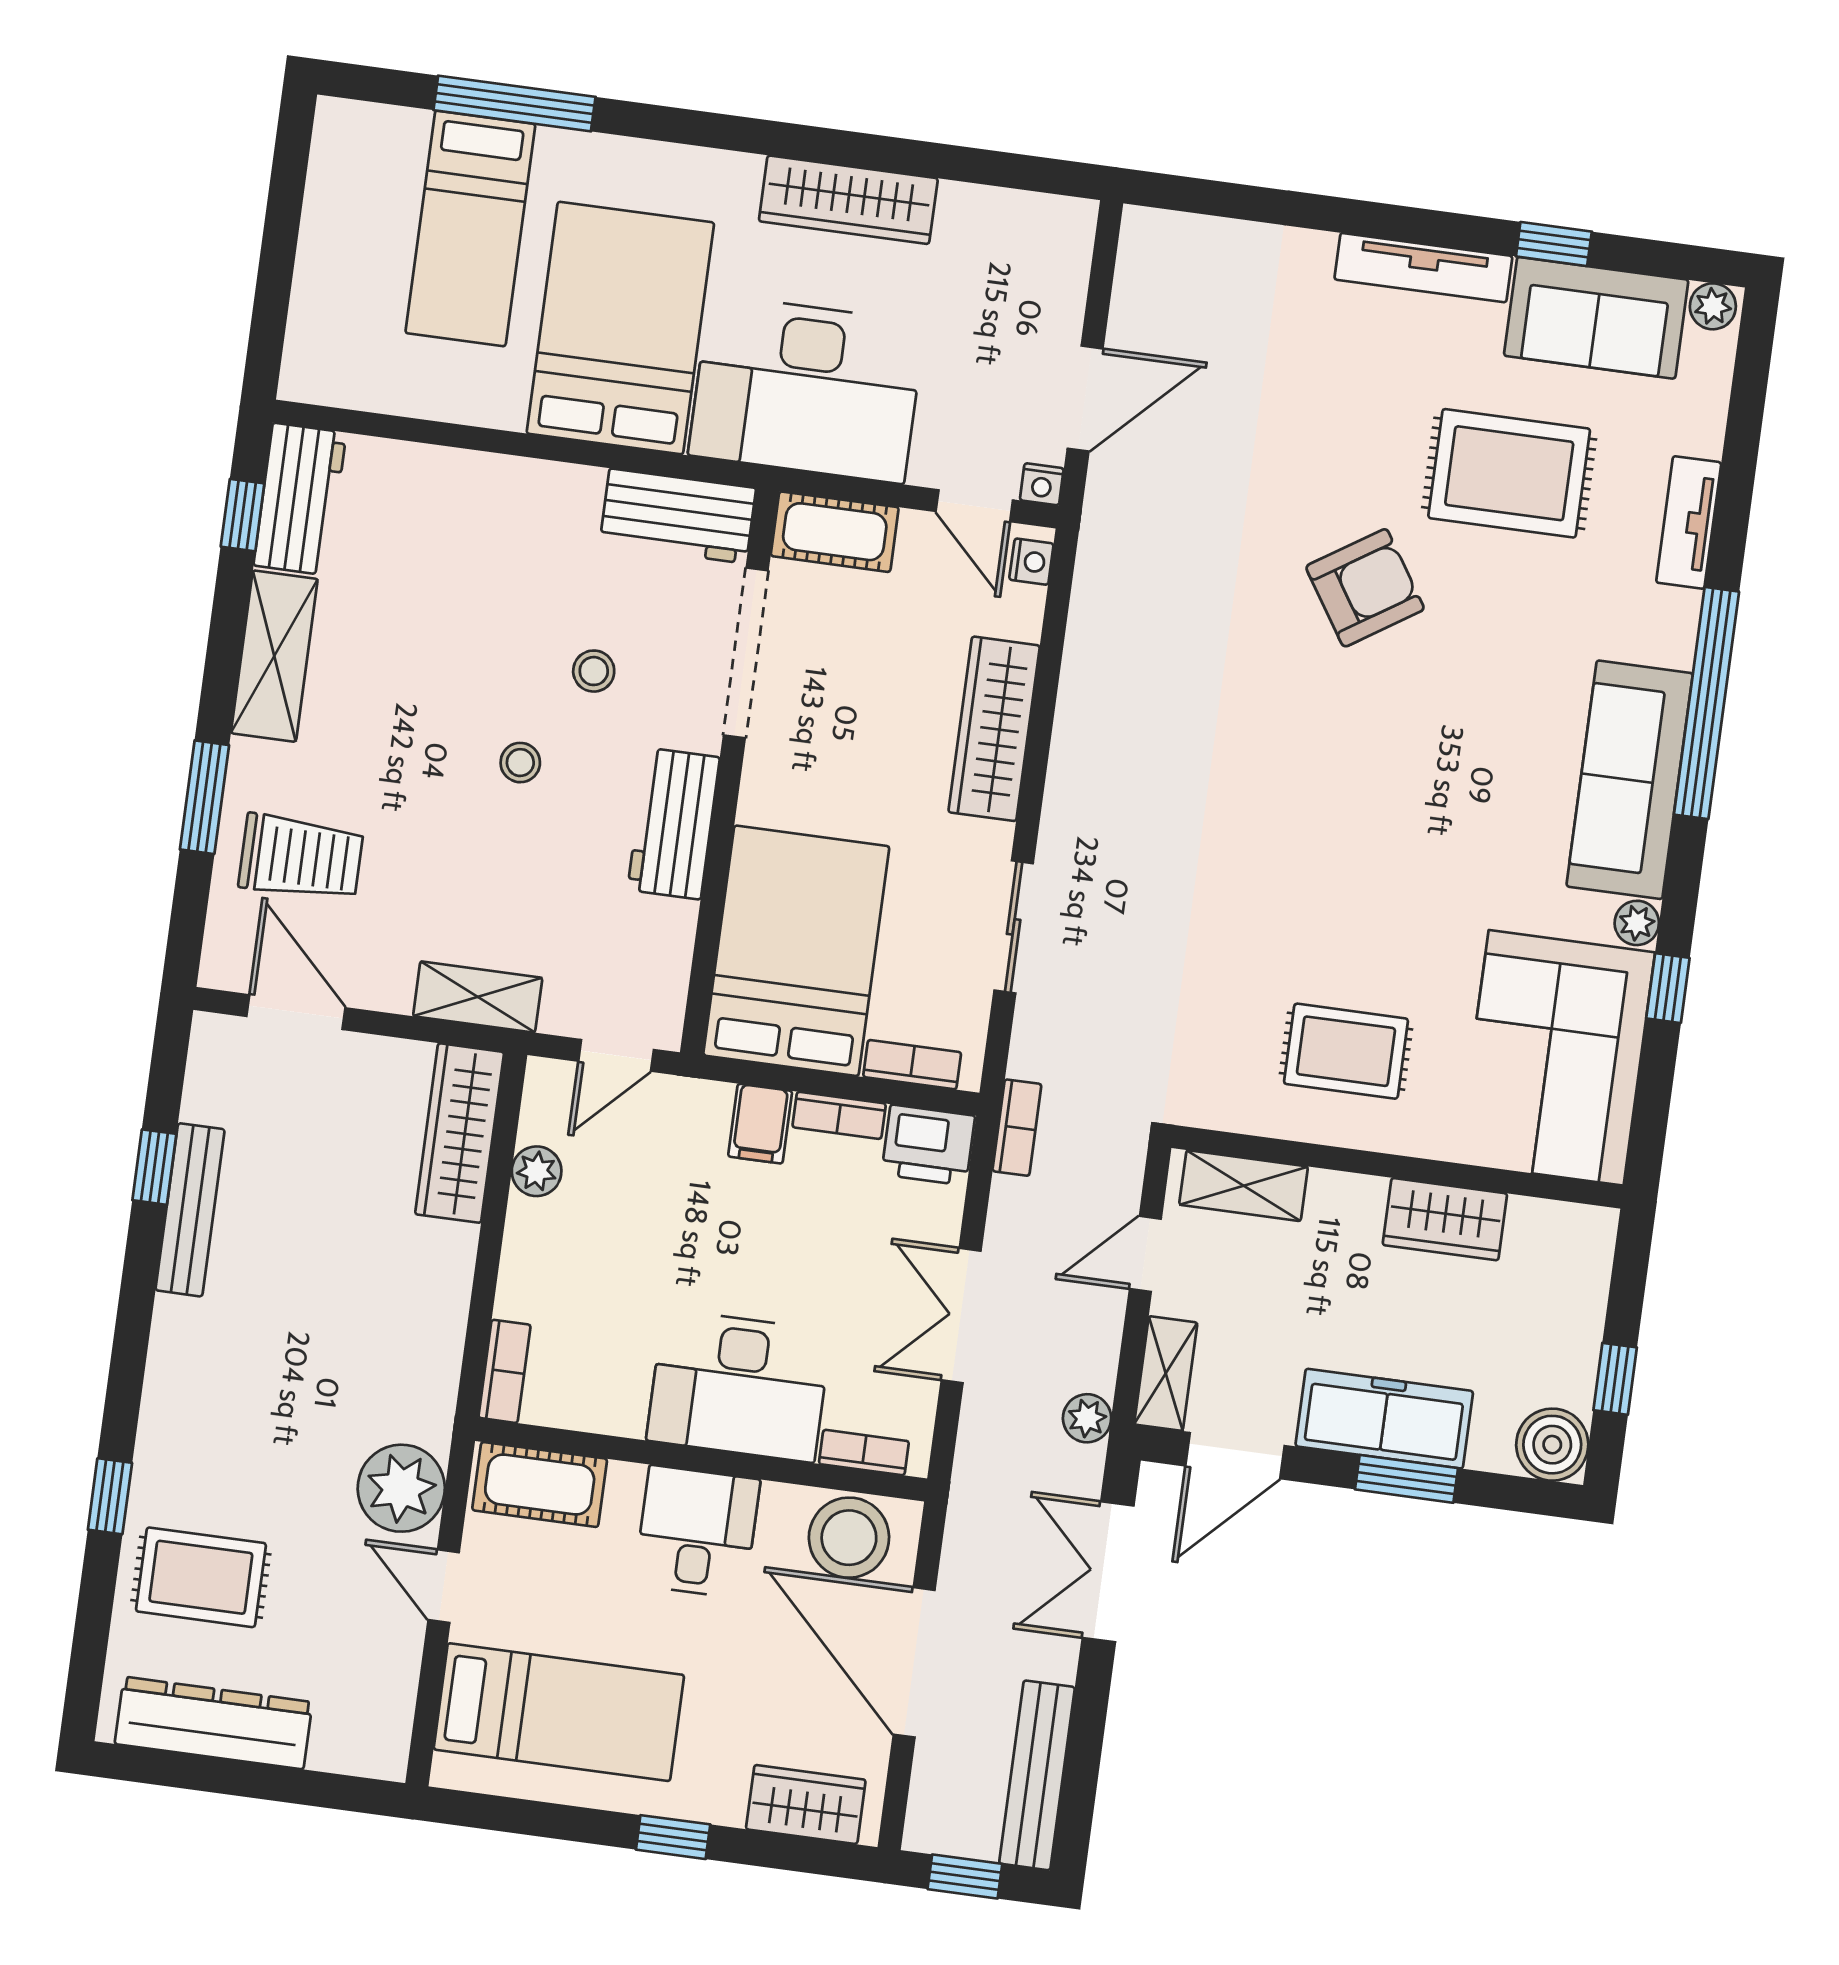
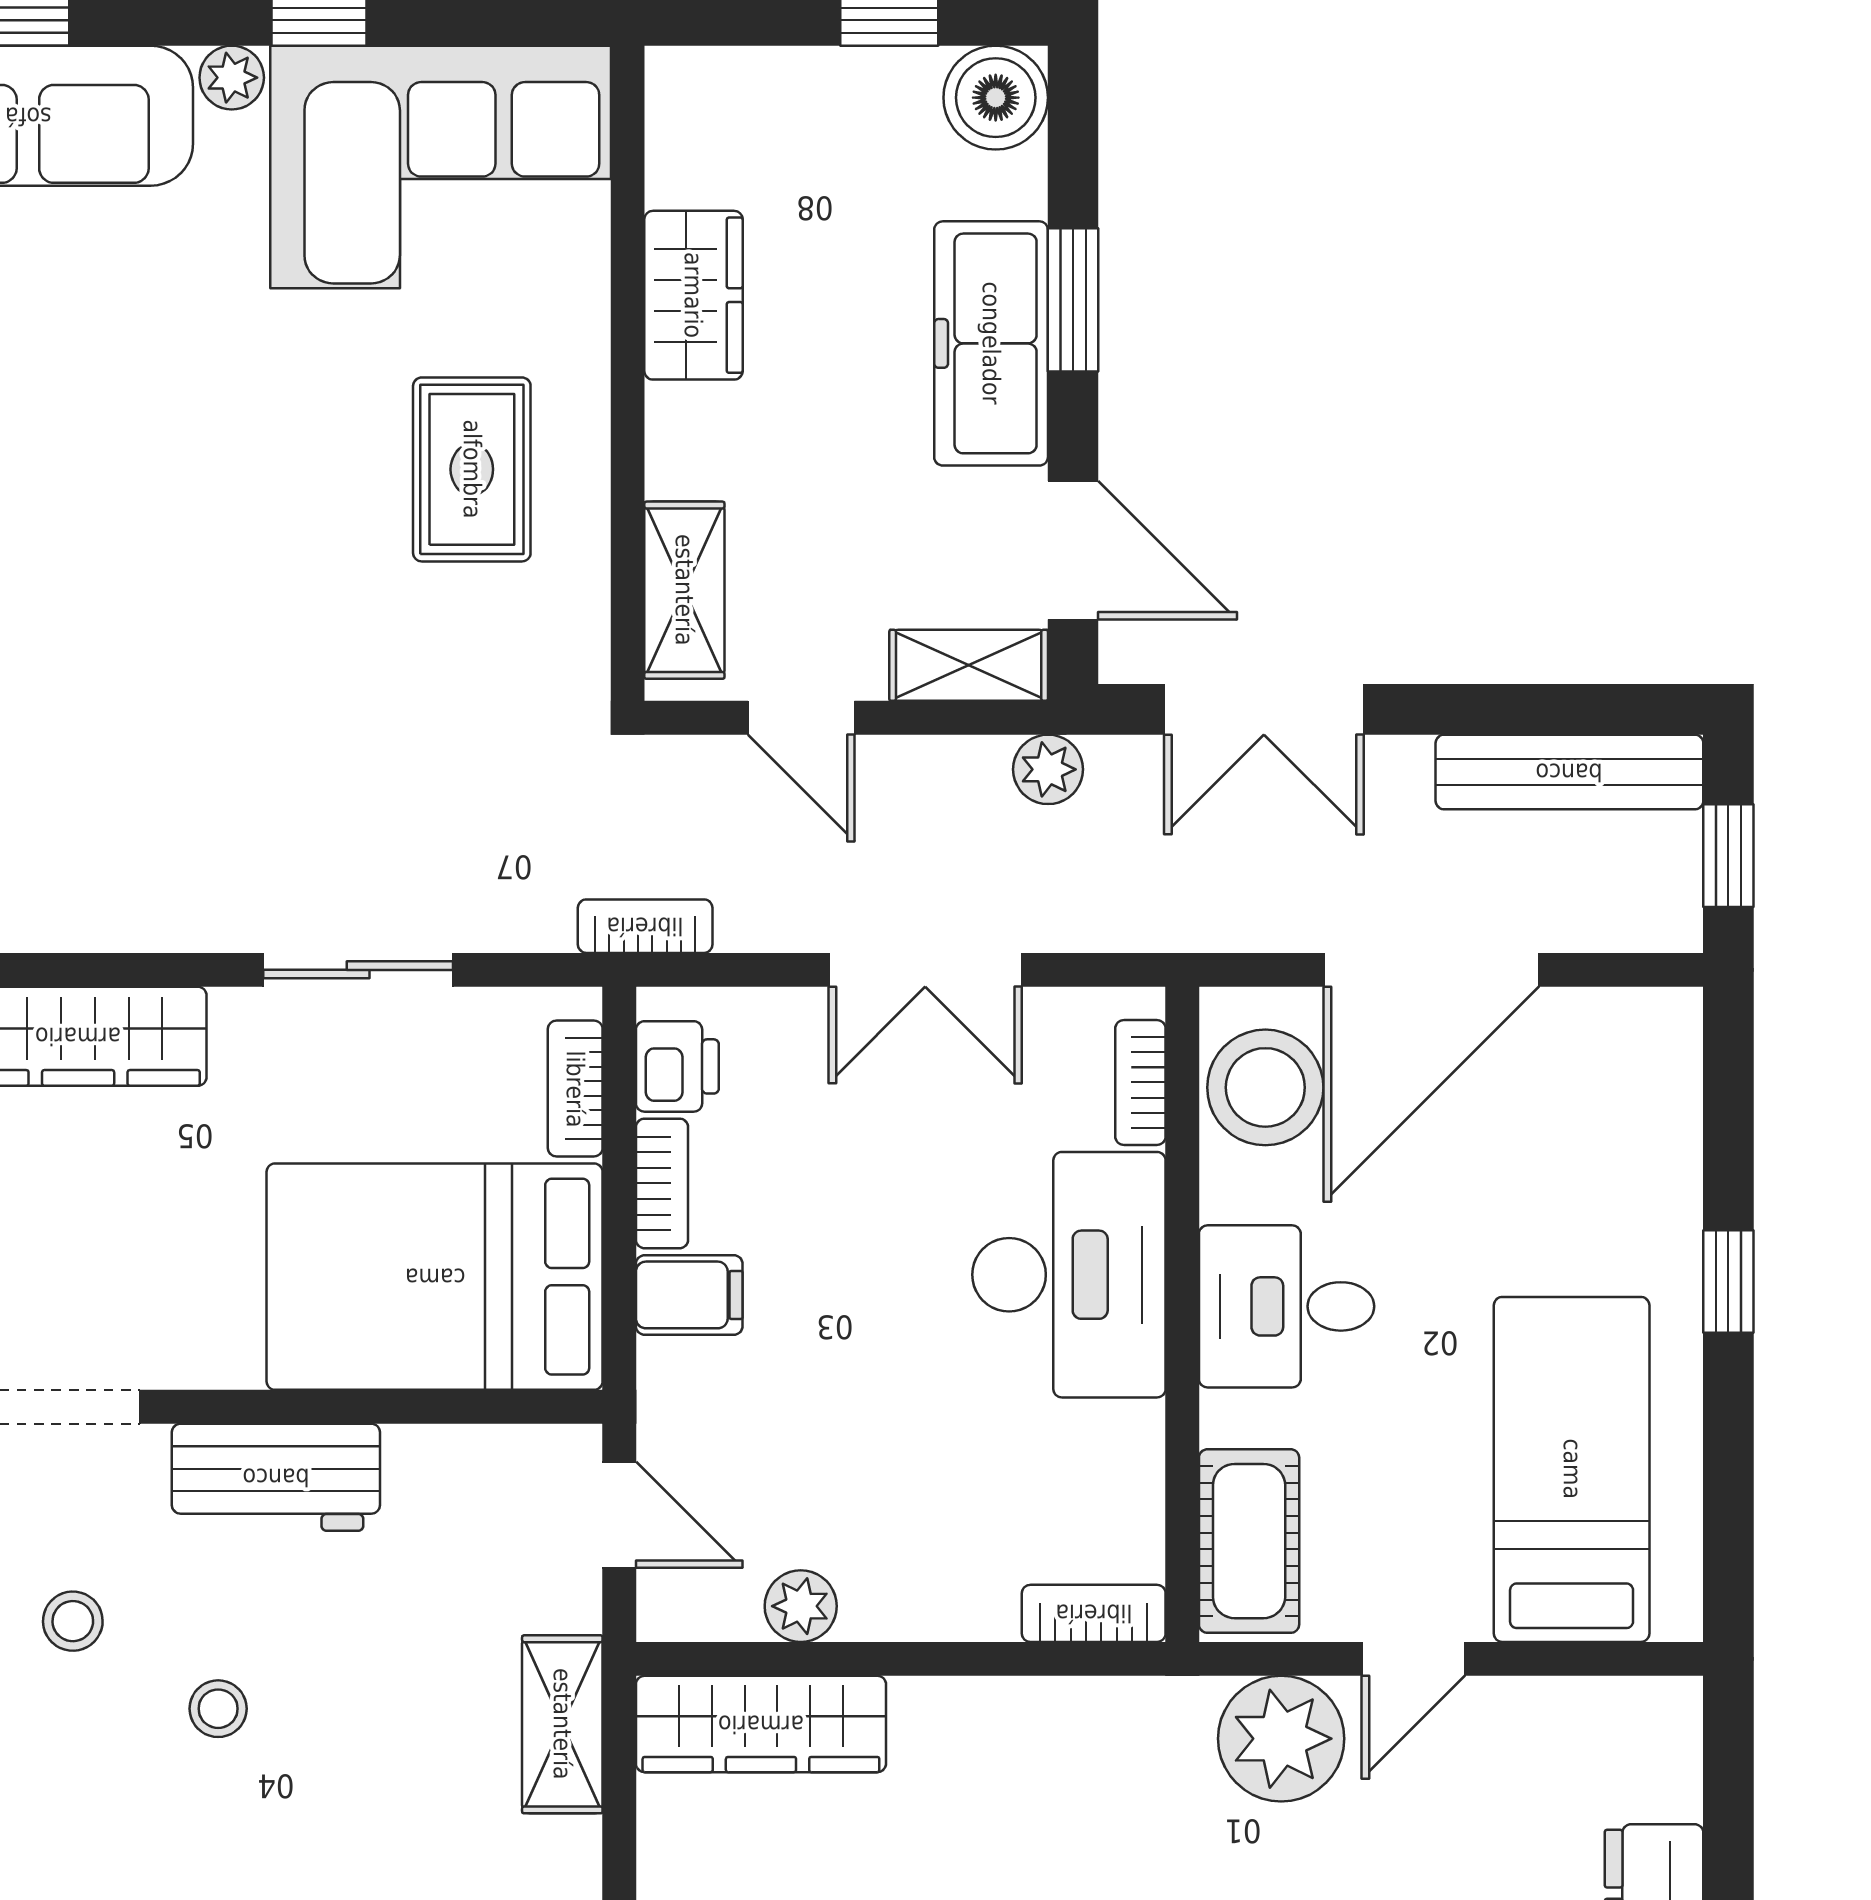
printer: (928, 1145) -> (677, 1066), width x0.73, depth x0.81
wardrobe: (806, 1804) -> (1656, 1098), removed

